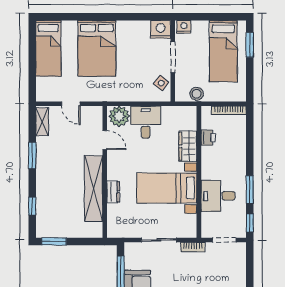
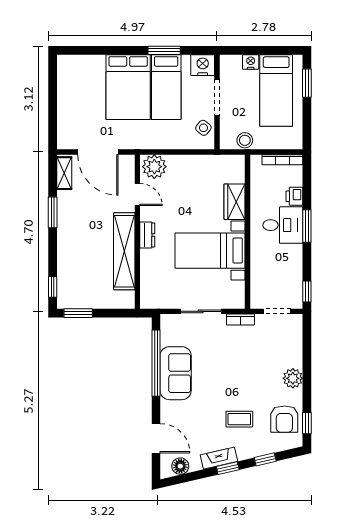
window: (128, 17) -> (164, 50), added
nightstand: (184, 27) -> (251, 62), moved
bed: (48, 48) -> (166, 87), moved
door: (71, 104) -> (98, 152), width x1.88
desk: (146, 122) -> (185, 174), removed
printer: (208, 138) -> (294, 196), moved, turned 180
window: (250, 190) -> (307, 226), moved
dresser: (113, 192) -> (147, 235), moved
desk: (218, 196) -> (283, 225), moved, turned 180
window: (32, 206) -> (53, 287), moved

